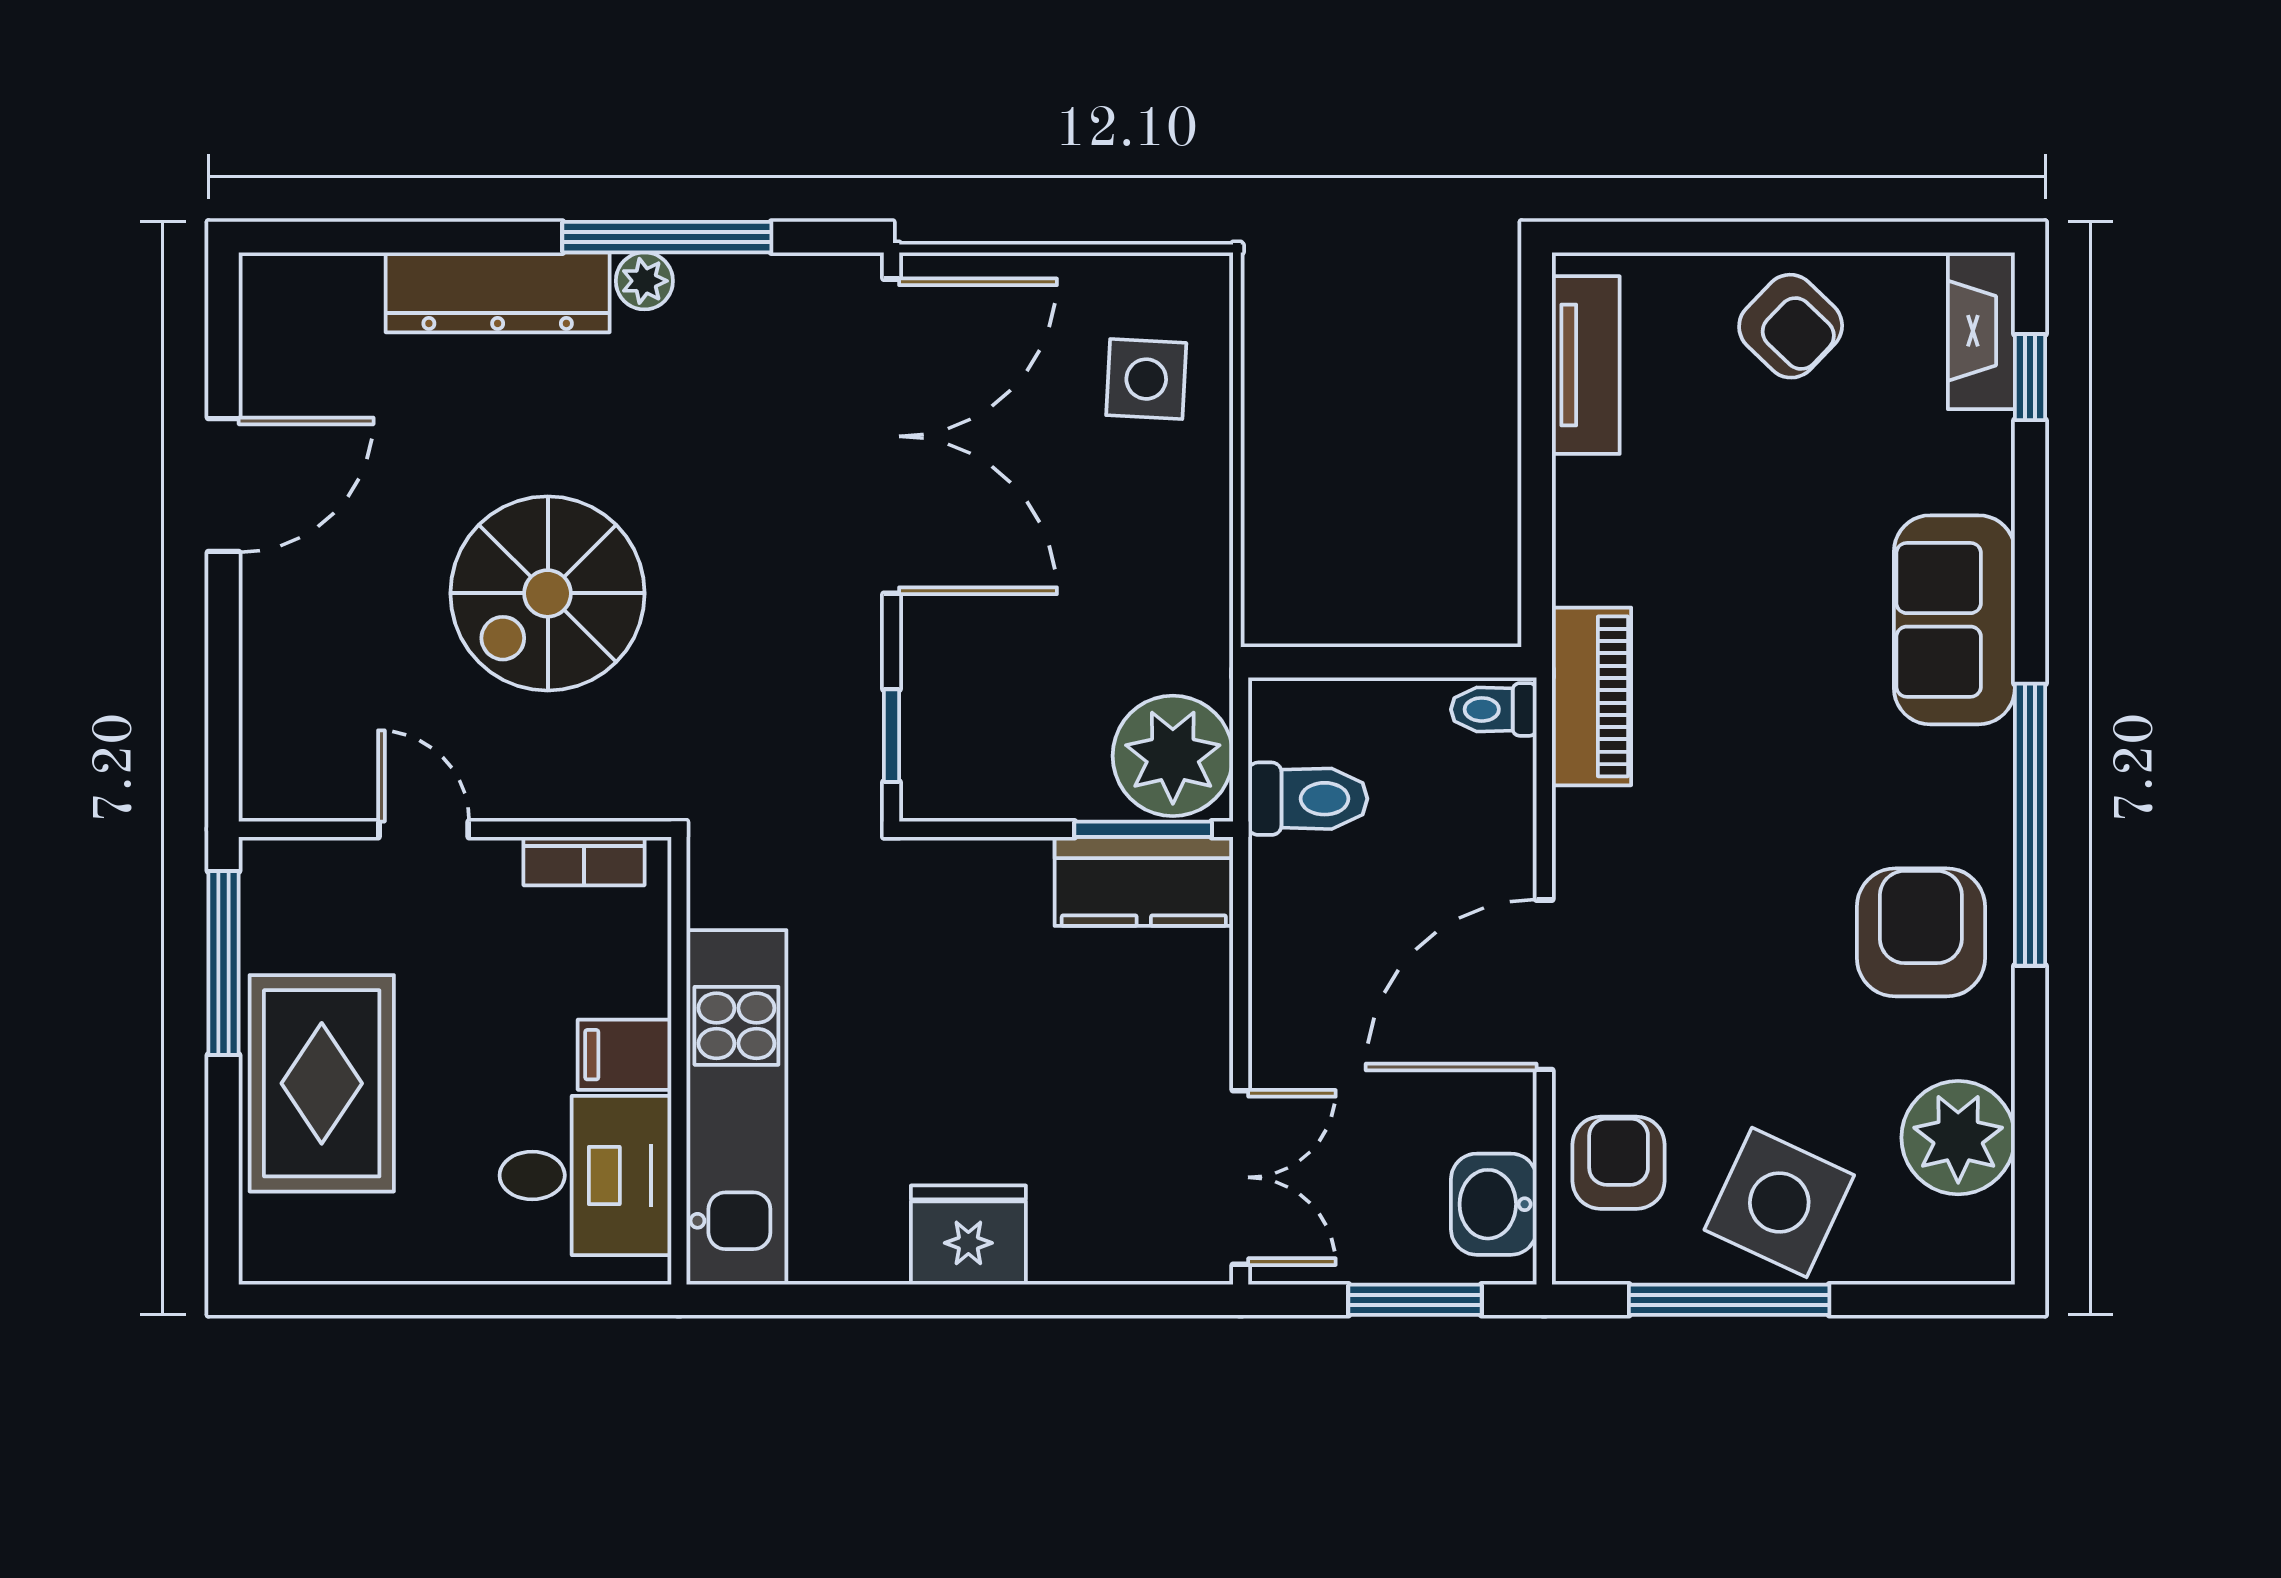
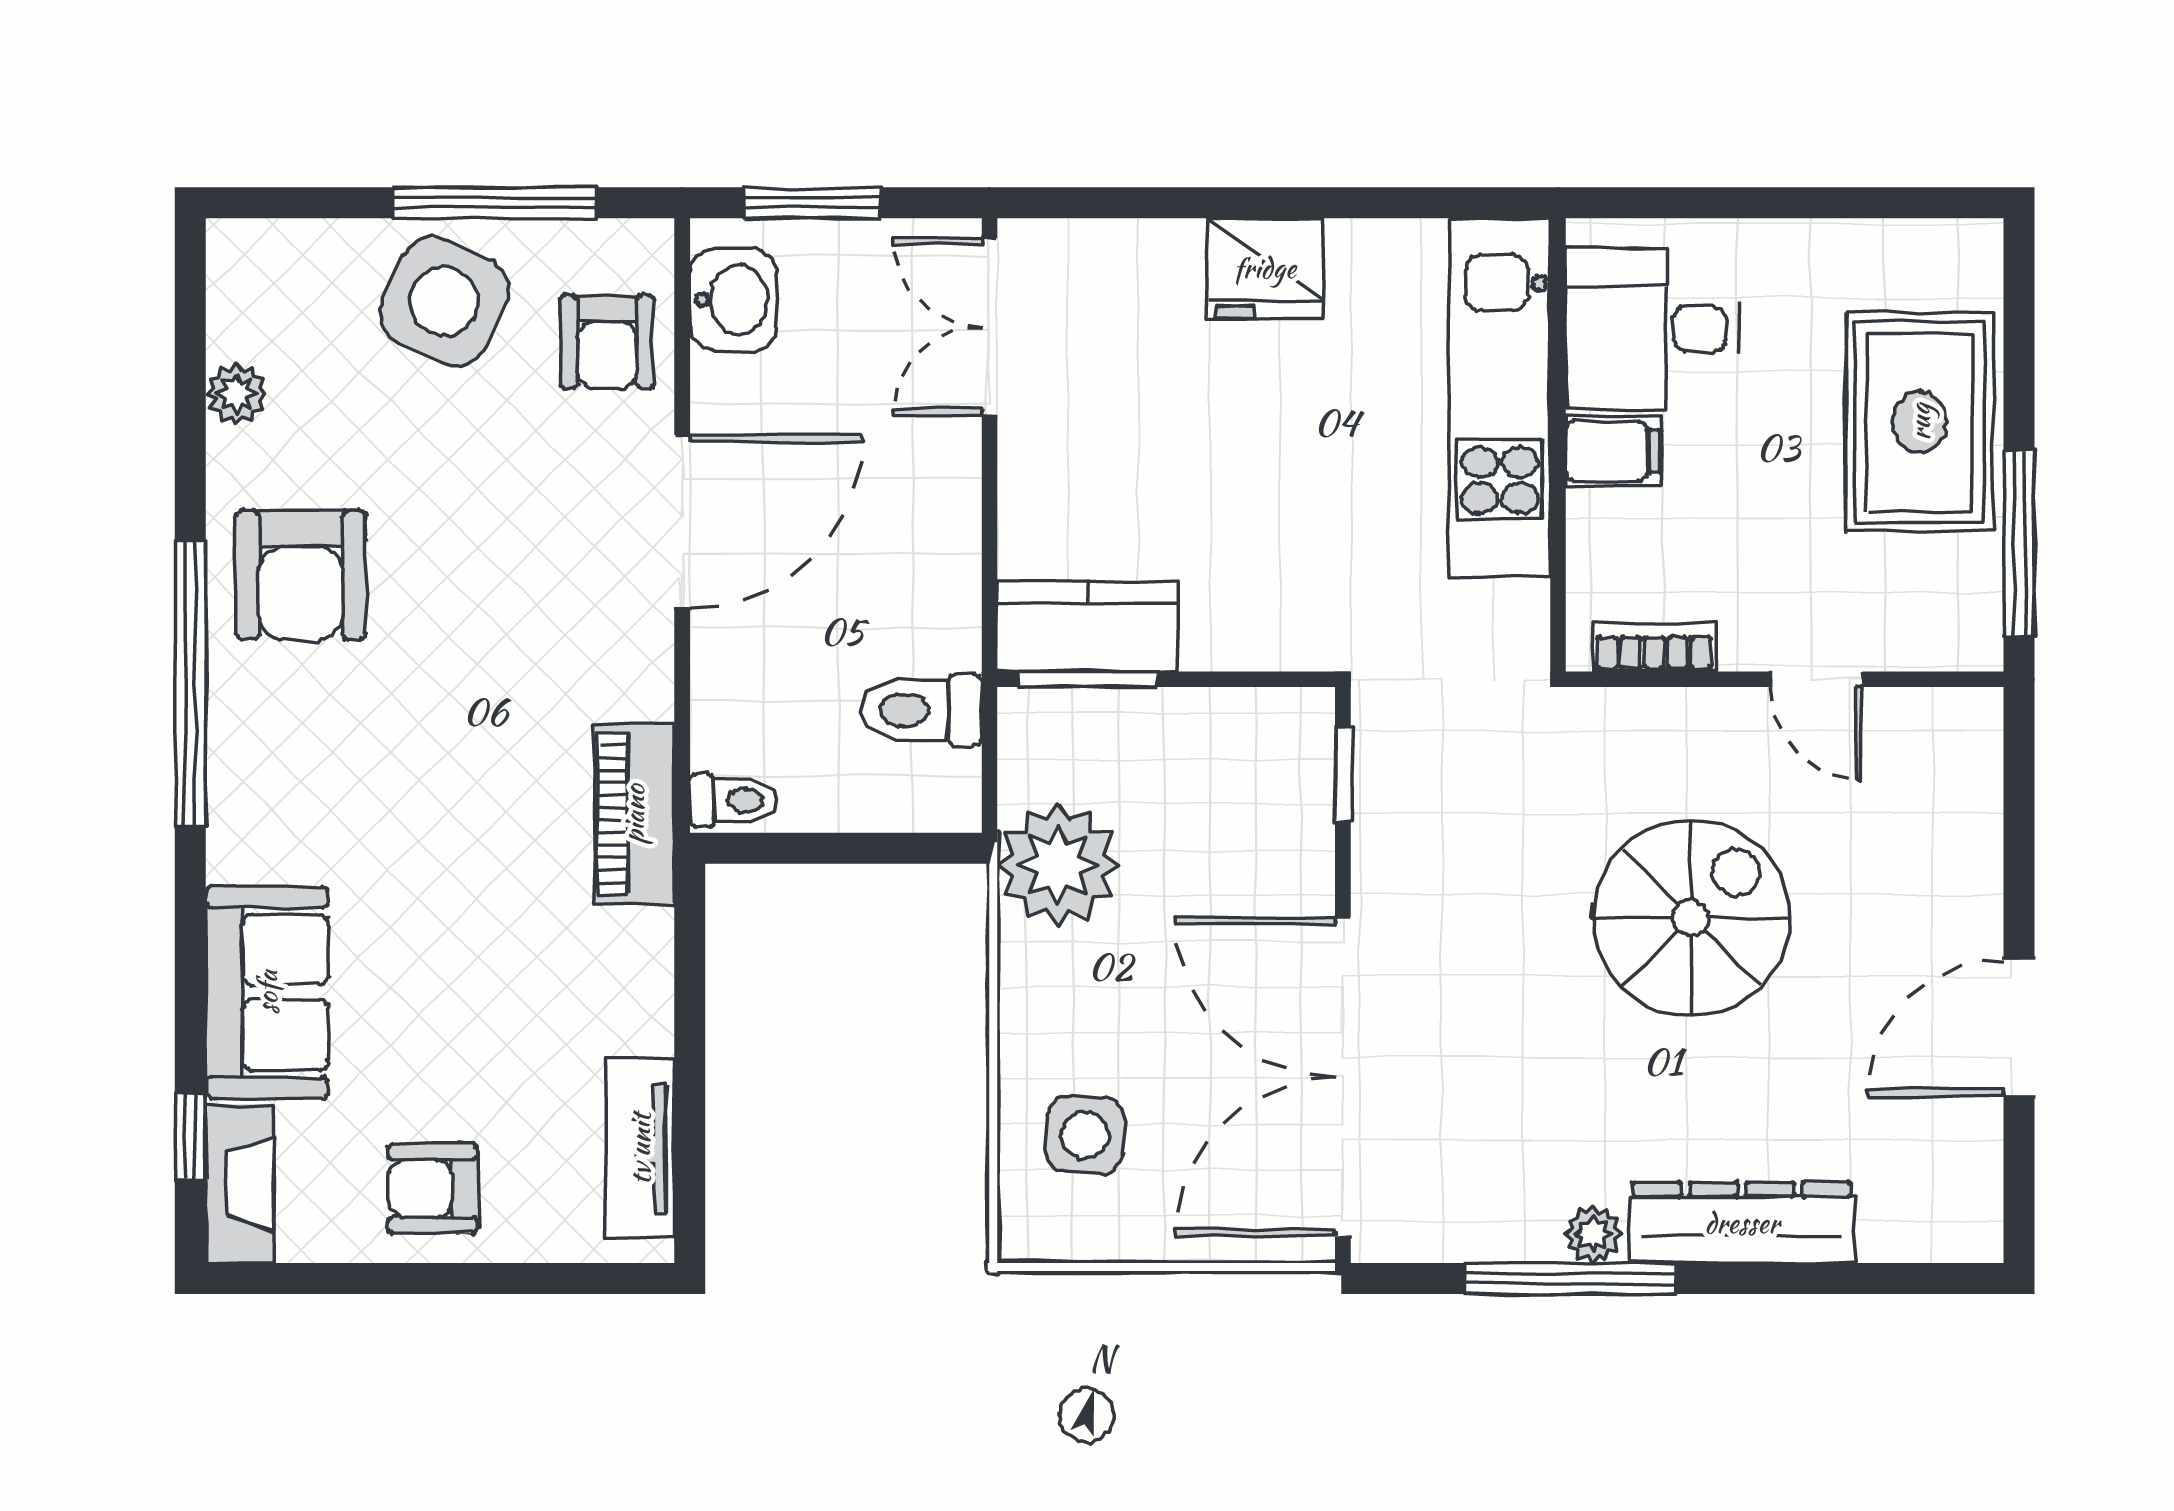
armchair: (1791, 326) -> (433, 1188), turned -44
sofa: (1954, 620) -> (267, 992), moved
plant: (1173, 756) -> (1058, 865), moved
plant: (1958, 1138) -> (236, 394), width x0.53, depth x0.53

